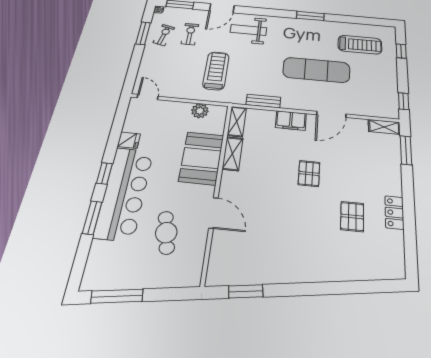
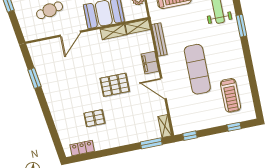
window: (310, 16) -> (241, 26), moved
bench: (263, 101) -> (159, 40), width x1.36
pallet: (309, 173) -> (115, 85), width x1.50, depth x1.42
locker: (394, 212) -> (82, 148), moved
window: (246, 291) -> (34, 78), moved

